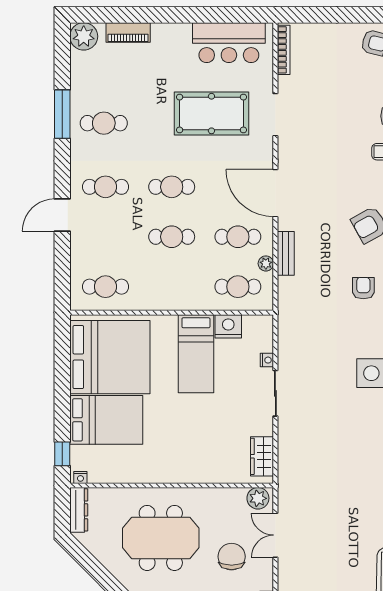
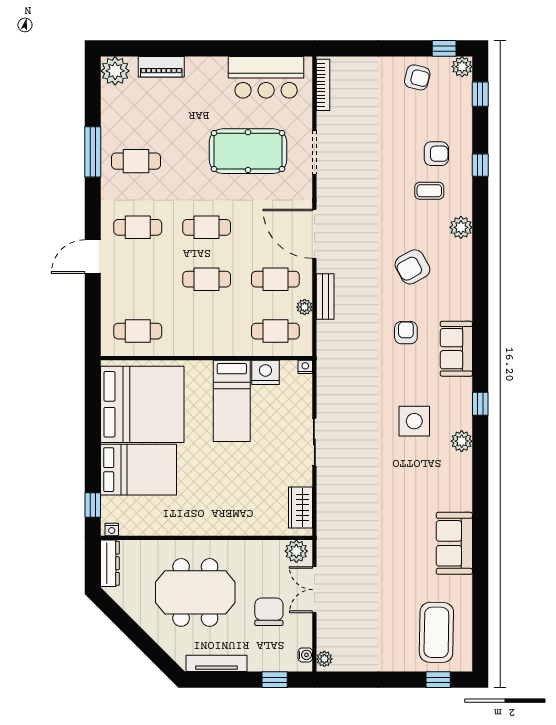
nightstand: (267, 360) -> (305, 367), moved, turned -90

